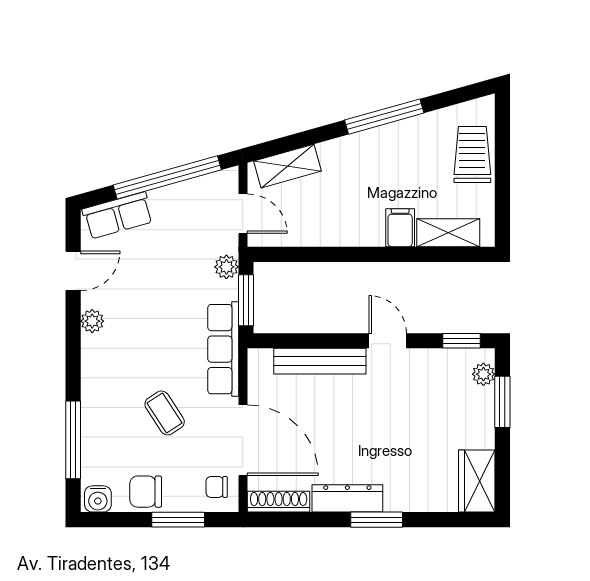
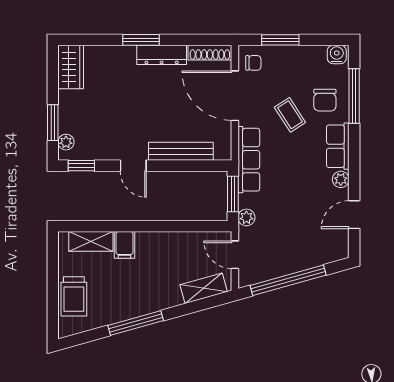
row of seats: (118, 215) -> (338, 146), moved, turned -74
chair: (146, 492) -> (325, 100), moved, turned 90

